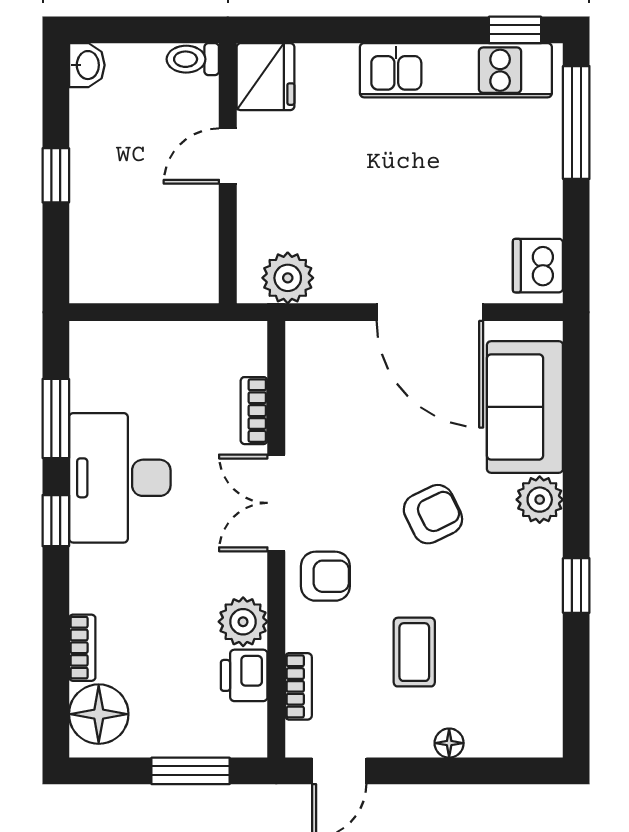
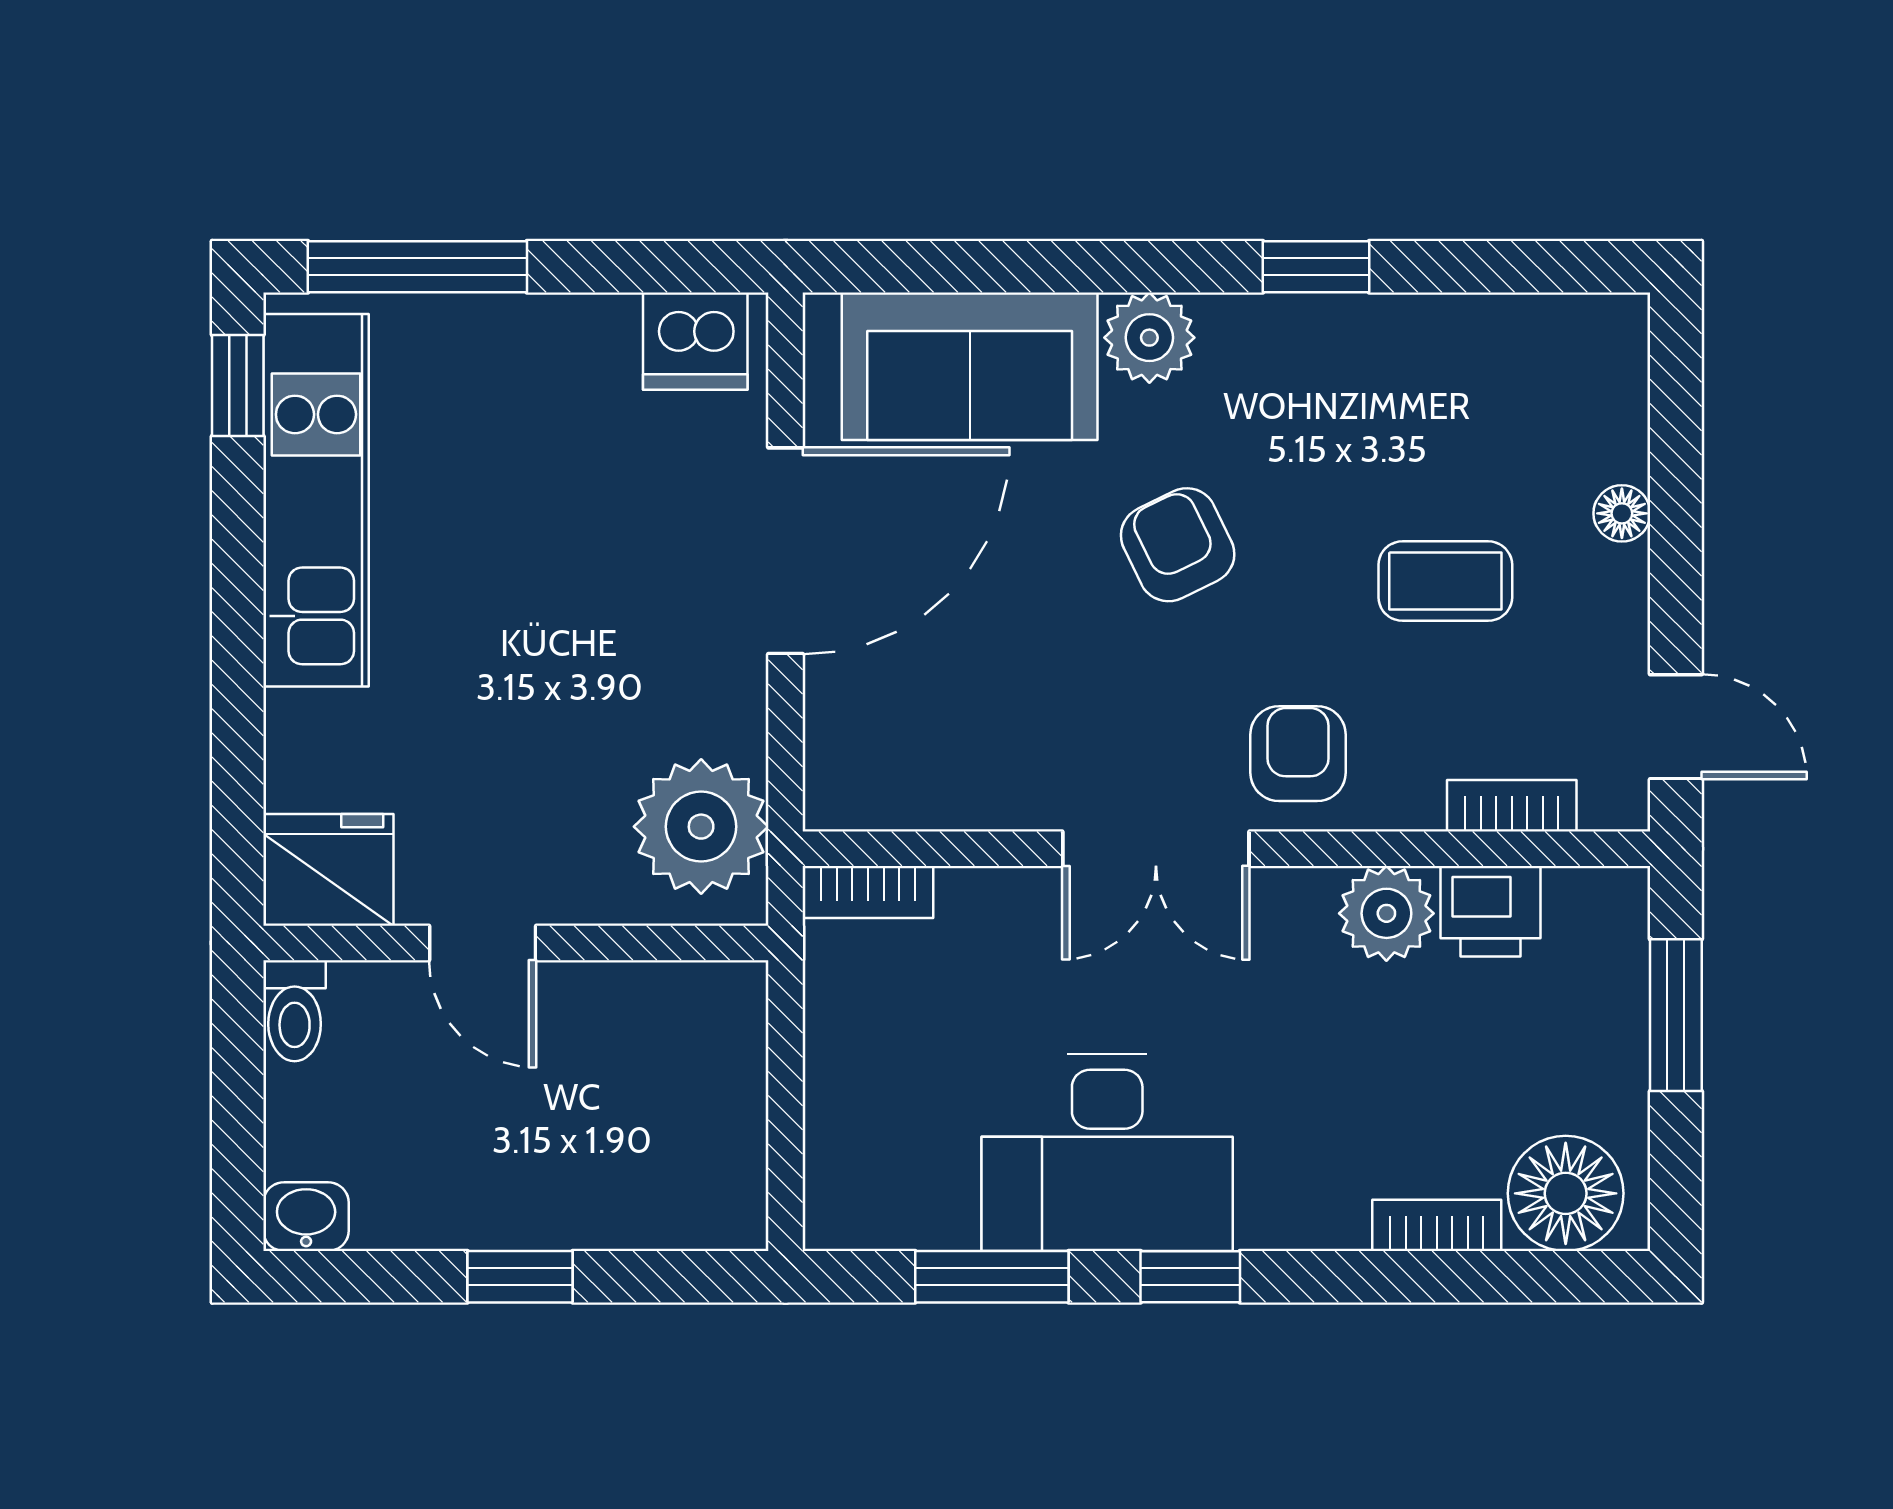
plant: (288, 278) -> (701, 827), width x1.36, depth x1.36
bookcase: (254, 411) -> (868, 892), moved

